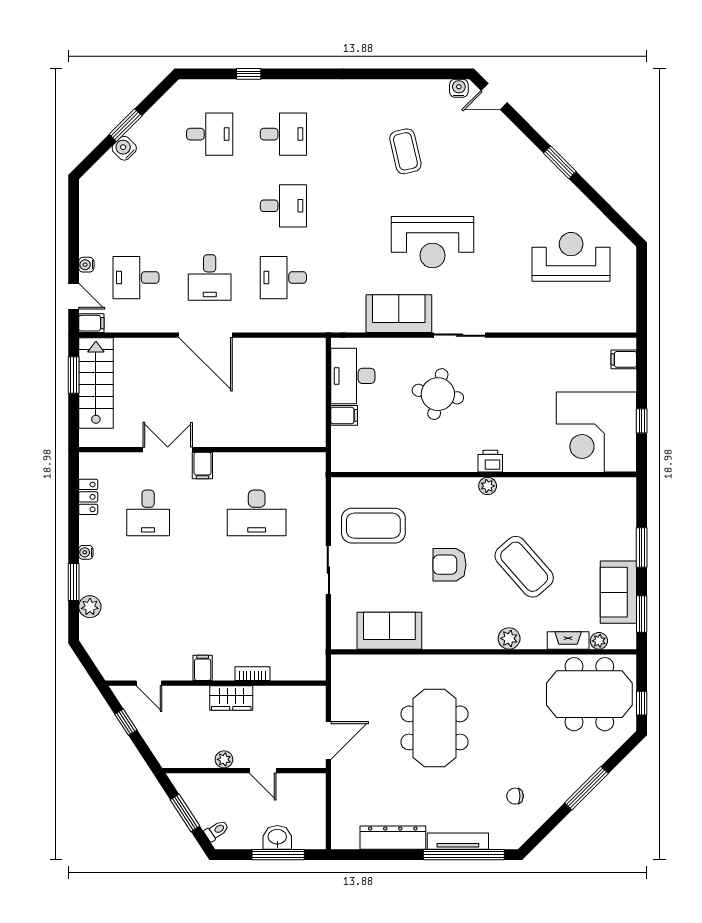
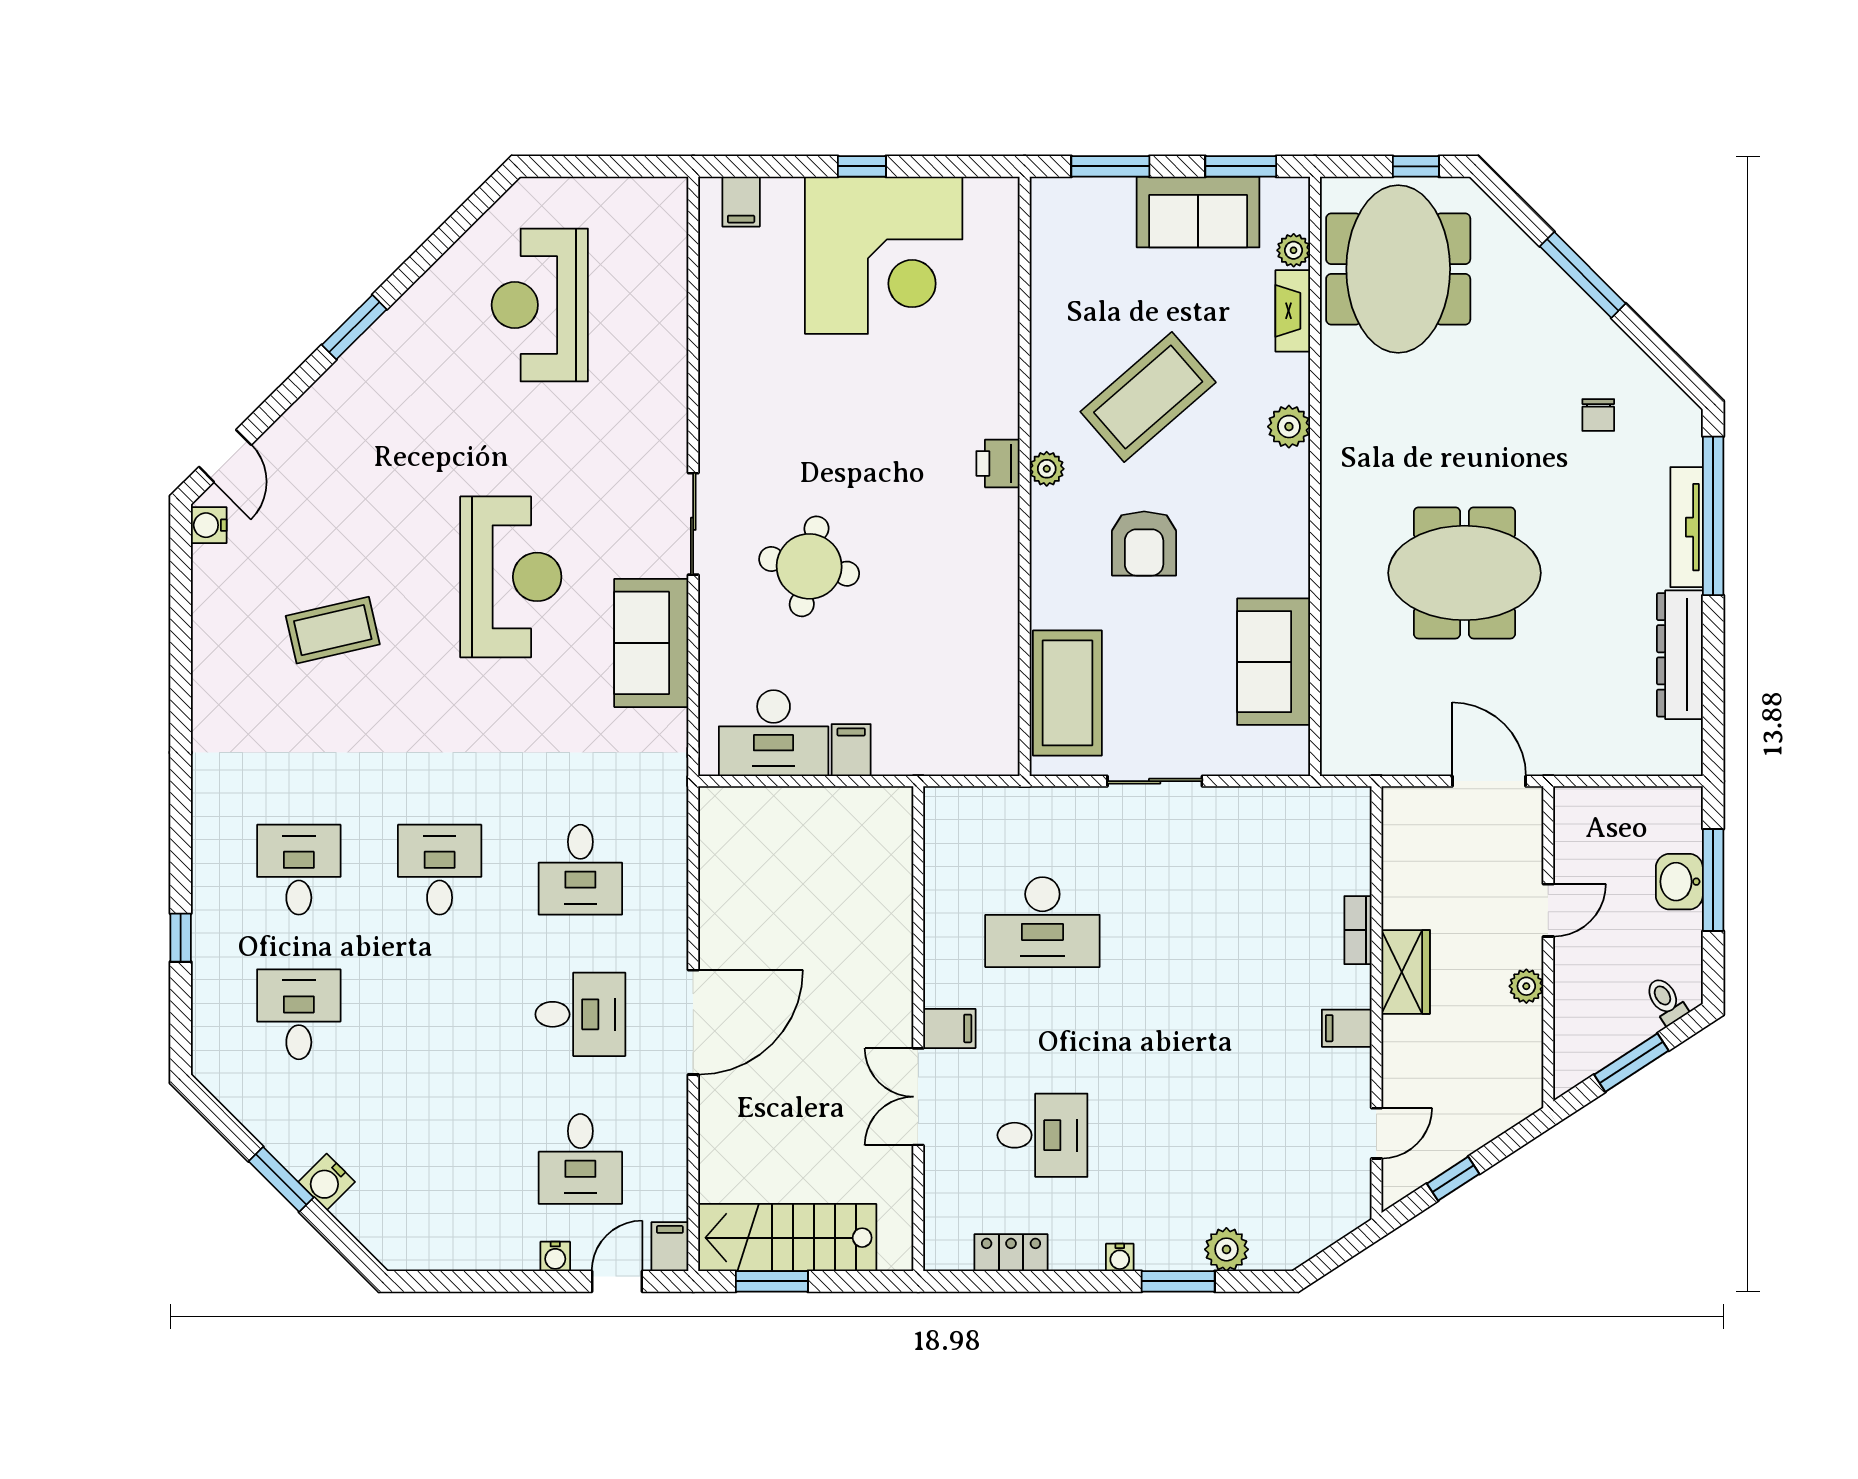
printer: (490, 461) -> (998, 463), moved
wall: (484, 475) -> (1025, 476), moved
plant: (488, 486) -> (1047, 469), moved
desk: (257, 513) -> (1042, 922), turned 90

